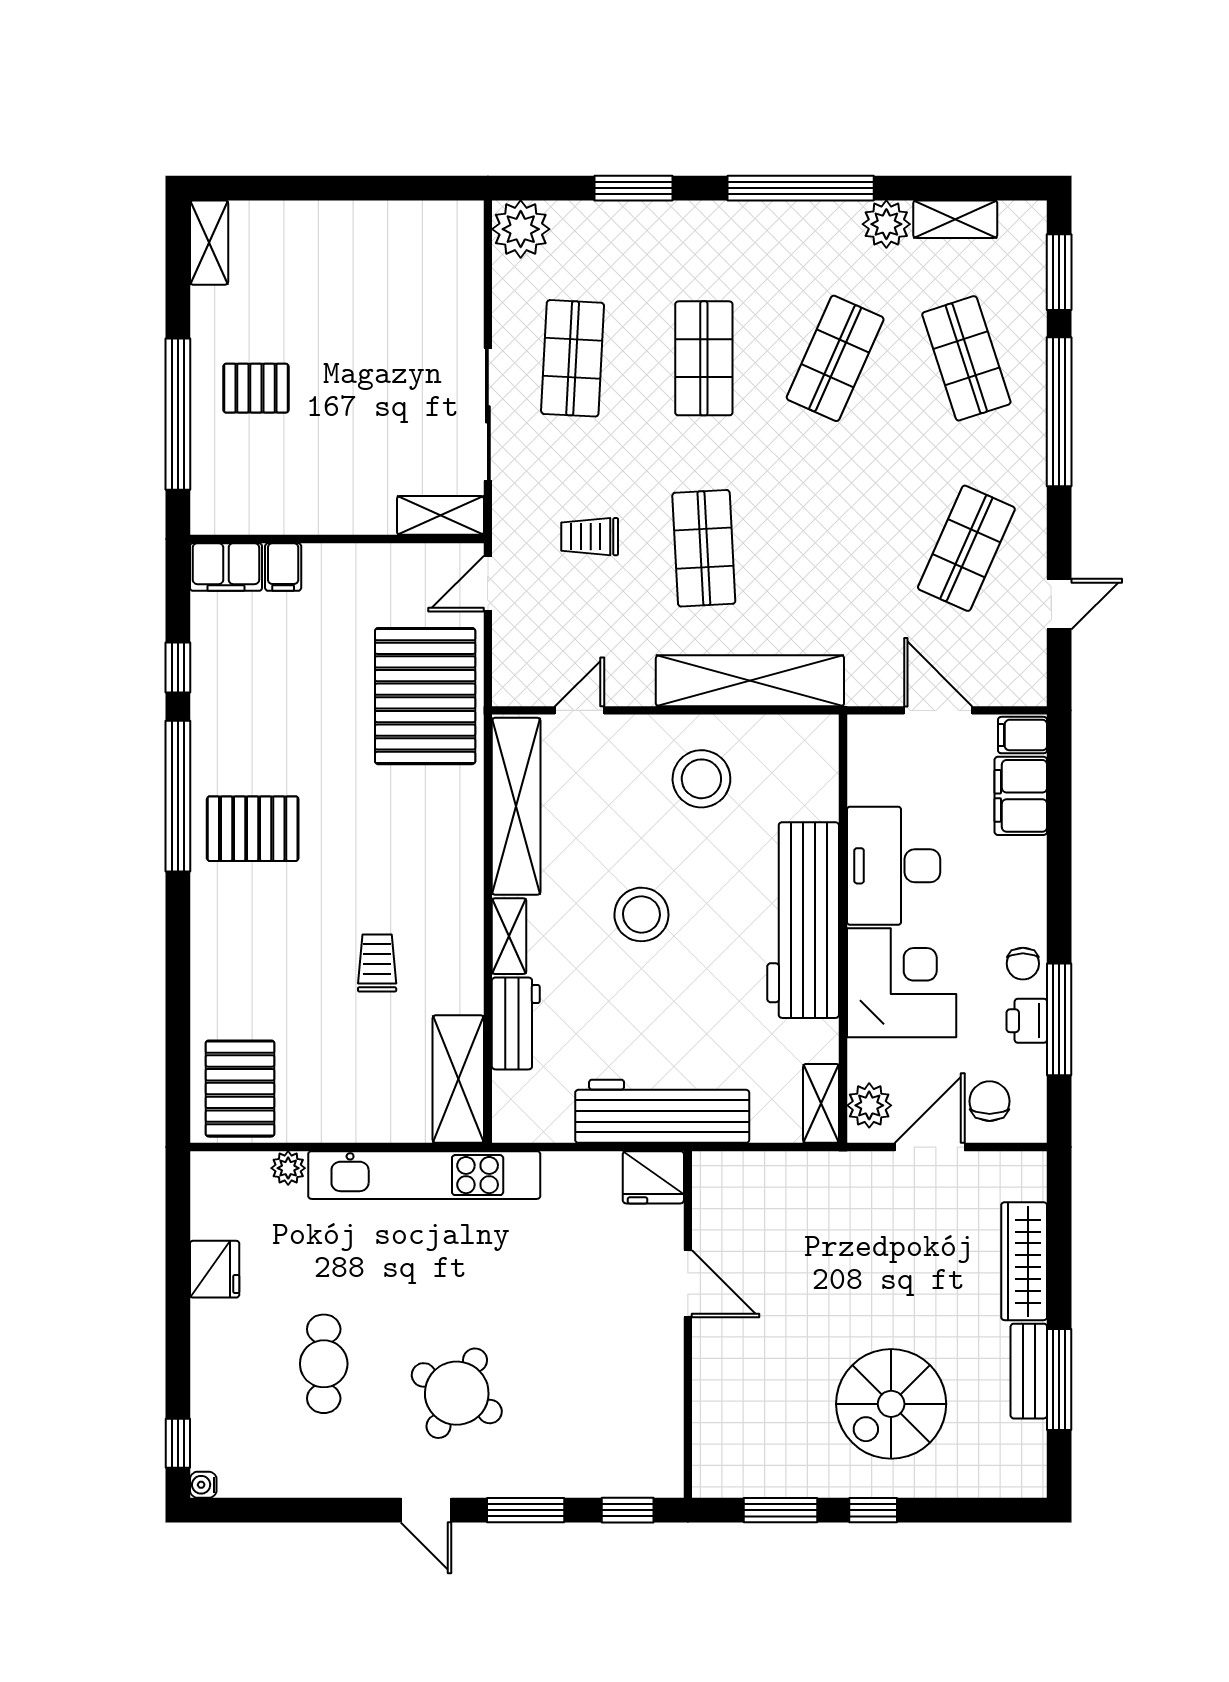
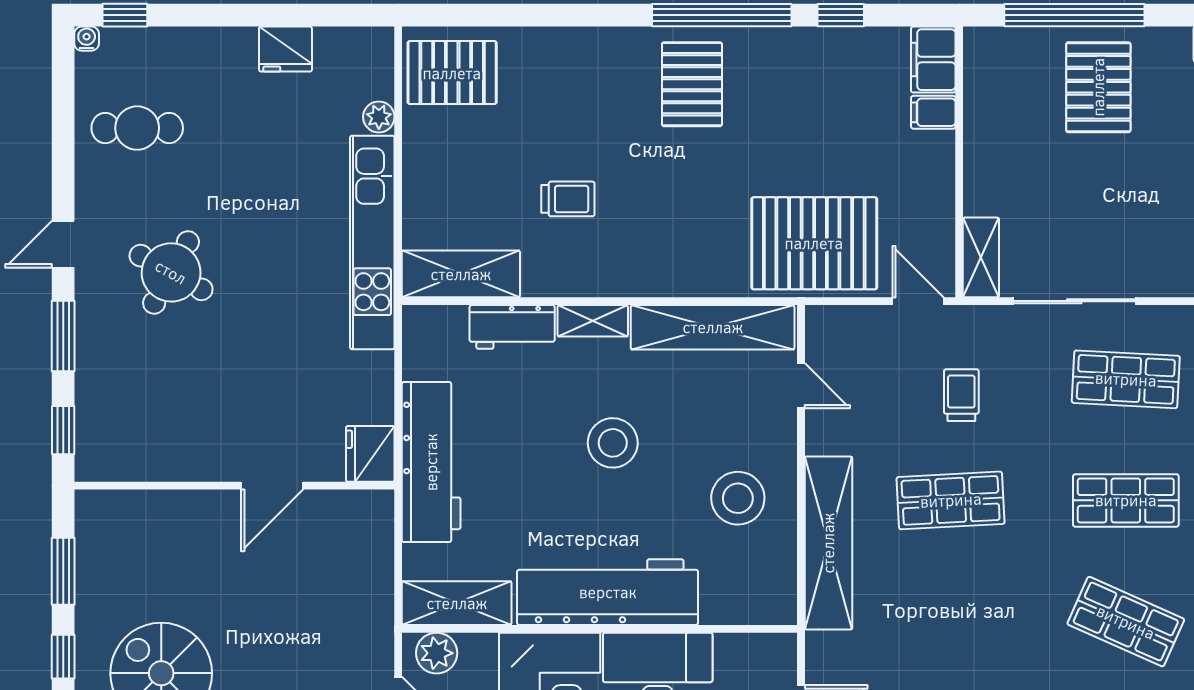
pallet: (256, 388) -> (1098, 87), width x1.50, depth x1.42
shelving: (821, 1103) -> (457, 603), width x1.50, depth x1.33
cafe table: (324, 1364) -> (137, 128), moved

